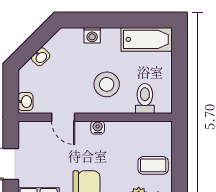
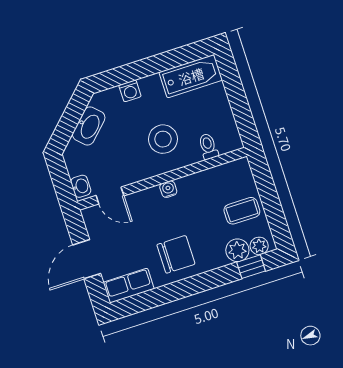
washbasin: (41, 57) -> (89, 126), width x1.91, depth x1.45
toilet: (145, 99) -> (208, 146), width x0.73, depth x0.72
door: (63, 117) -> (110, 196), moved

